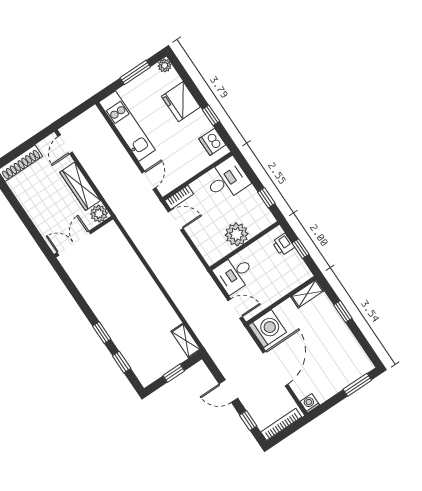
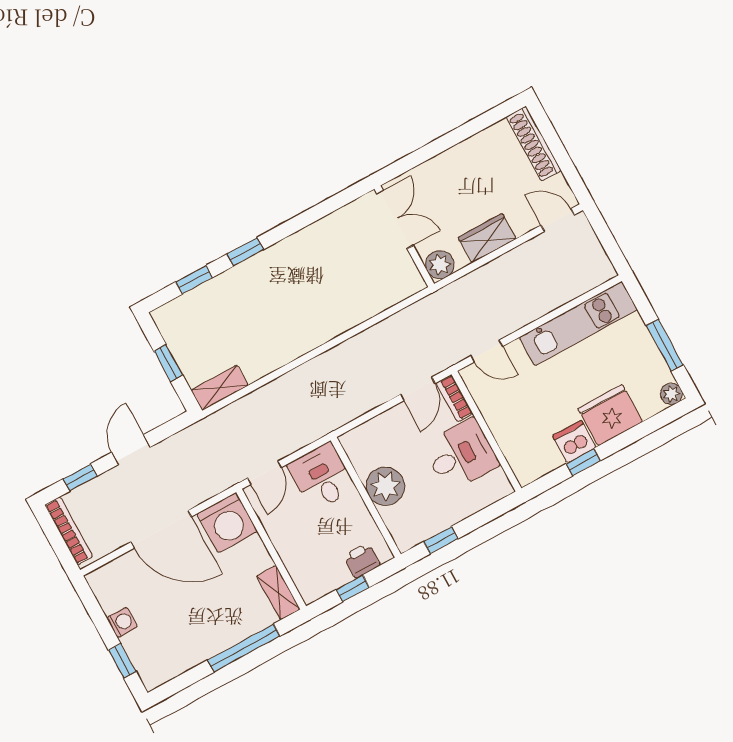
dishwasher: (212, 142) -> (574, 442), moved
desk: (227, 180) -> (461, 455), moved, turned -90
wardrobe: (80, 186) -> (487, 238), width x0.67
window: (343, 312) -> (244, 648), width x2.17
window: (357, 385) -> (122, 661), width x0.67
washing machine: (310, 403) -> (122, 622), moved

